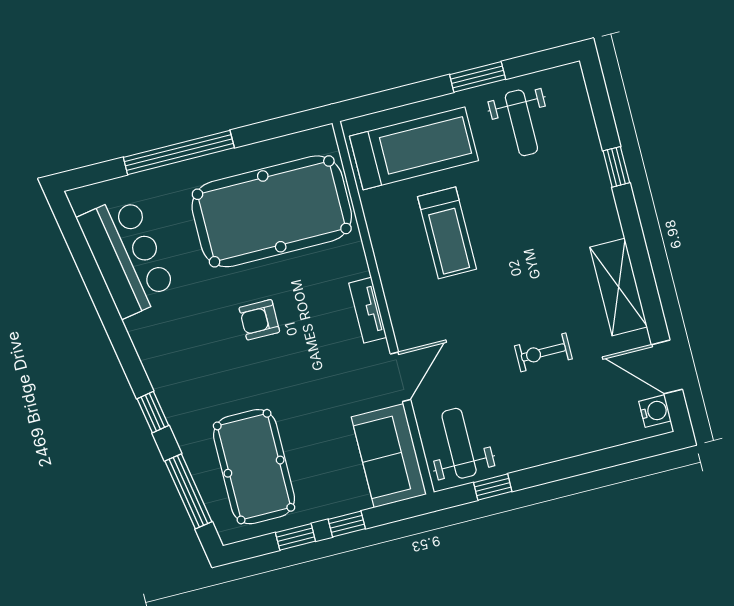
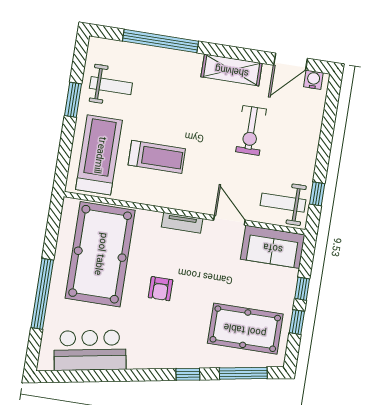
window: (616, 167) -> (161, 41), width x3.17
exercise bike: (543, 352) -> (251, 130), width x1.38, depth x1.39

